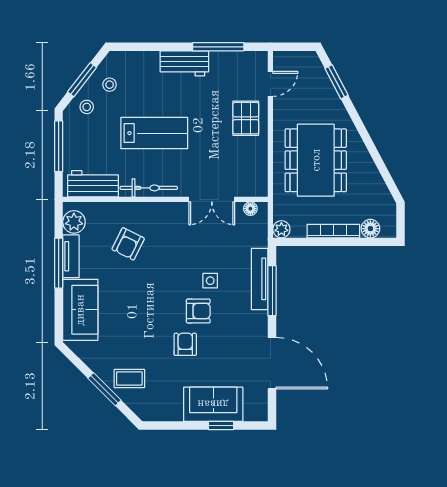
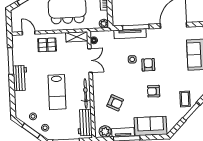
lab bench: (154, 133) -> (57, 92), turned 180
shelving: (259, 176) -> (77, 37), added
armchair: (185, 344) -> (154, 91), moved

